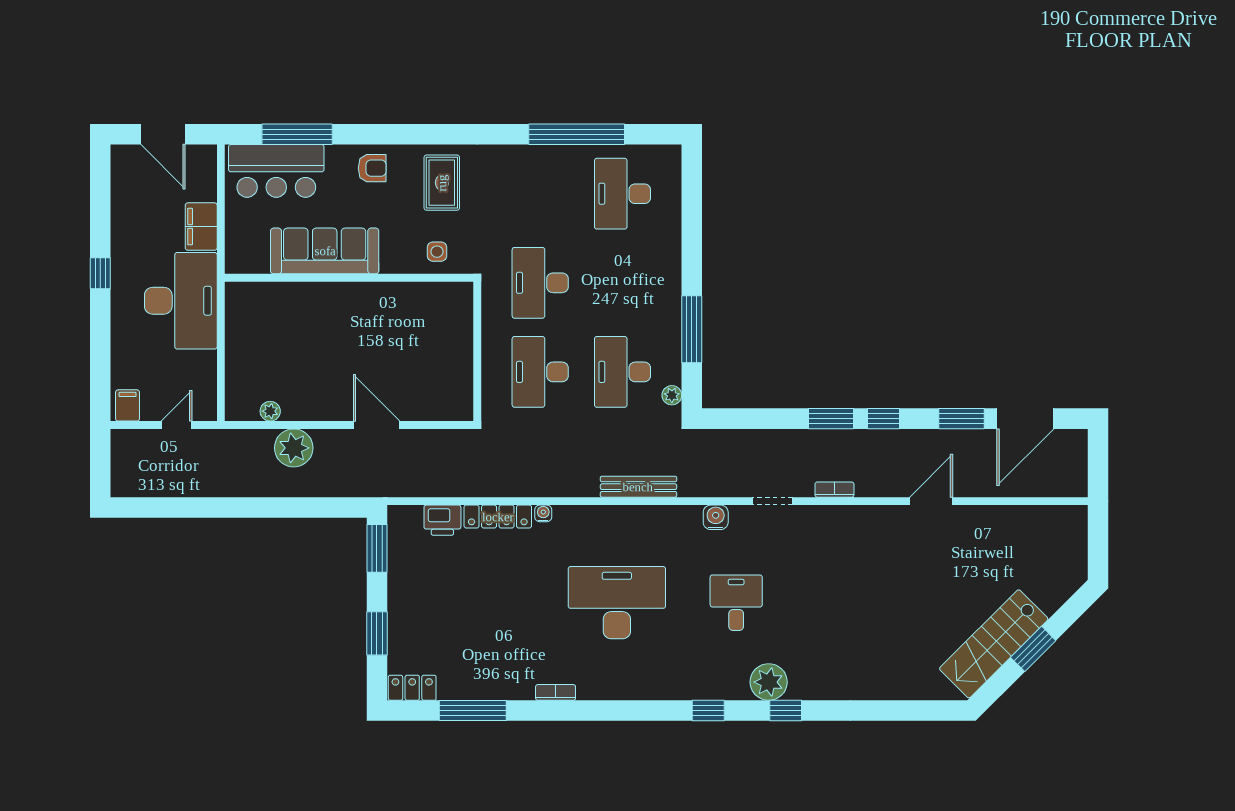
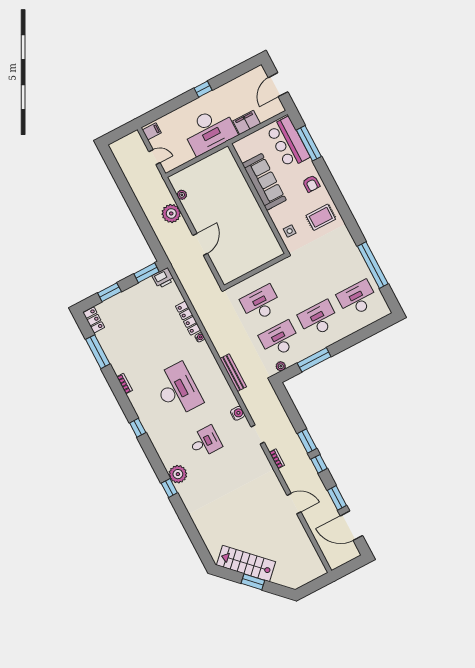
desk: (540, 283) -> (318, 319), moved
printer: (442, 520) -> (163, 278), moved, turned -90
window: (708, 711) -> (138, 428), moved

